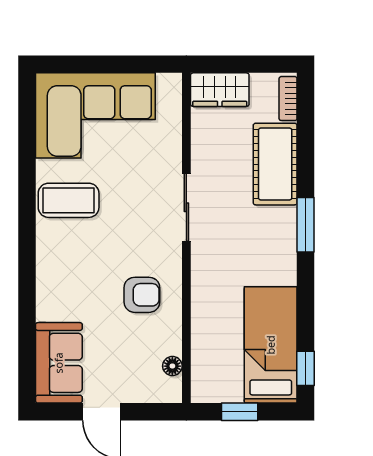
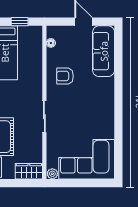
plant: (169, 84) -> (52, 174), added
coffee table: (69, 200) -> (99, 120), removed
sofa: (59, 363) -> (104, 51), width x1.36

